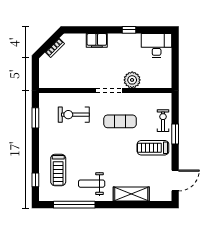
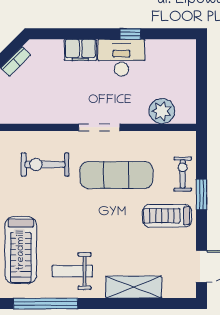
desk: (157, 45) -> (121, 58), moved
plant: (132, 80) -> (162, 111), moved
exercise mat: (120, 121) -> (116, 175), width x1.36, depth x1.45
treadmill: (58, 170) -> (21, 250), width x1.37, depth x1.38

